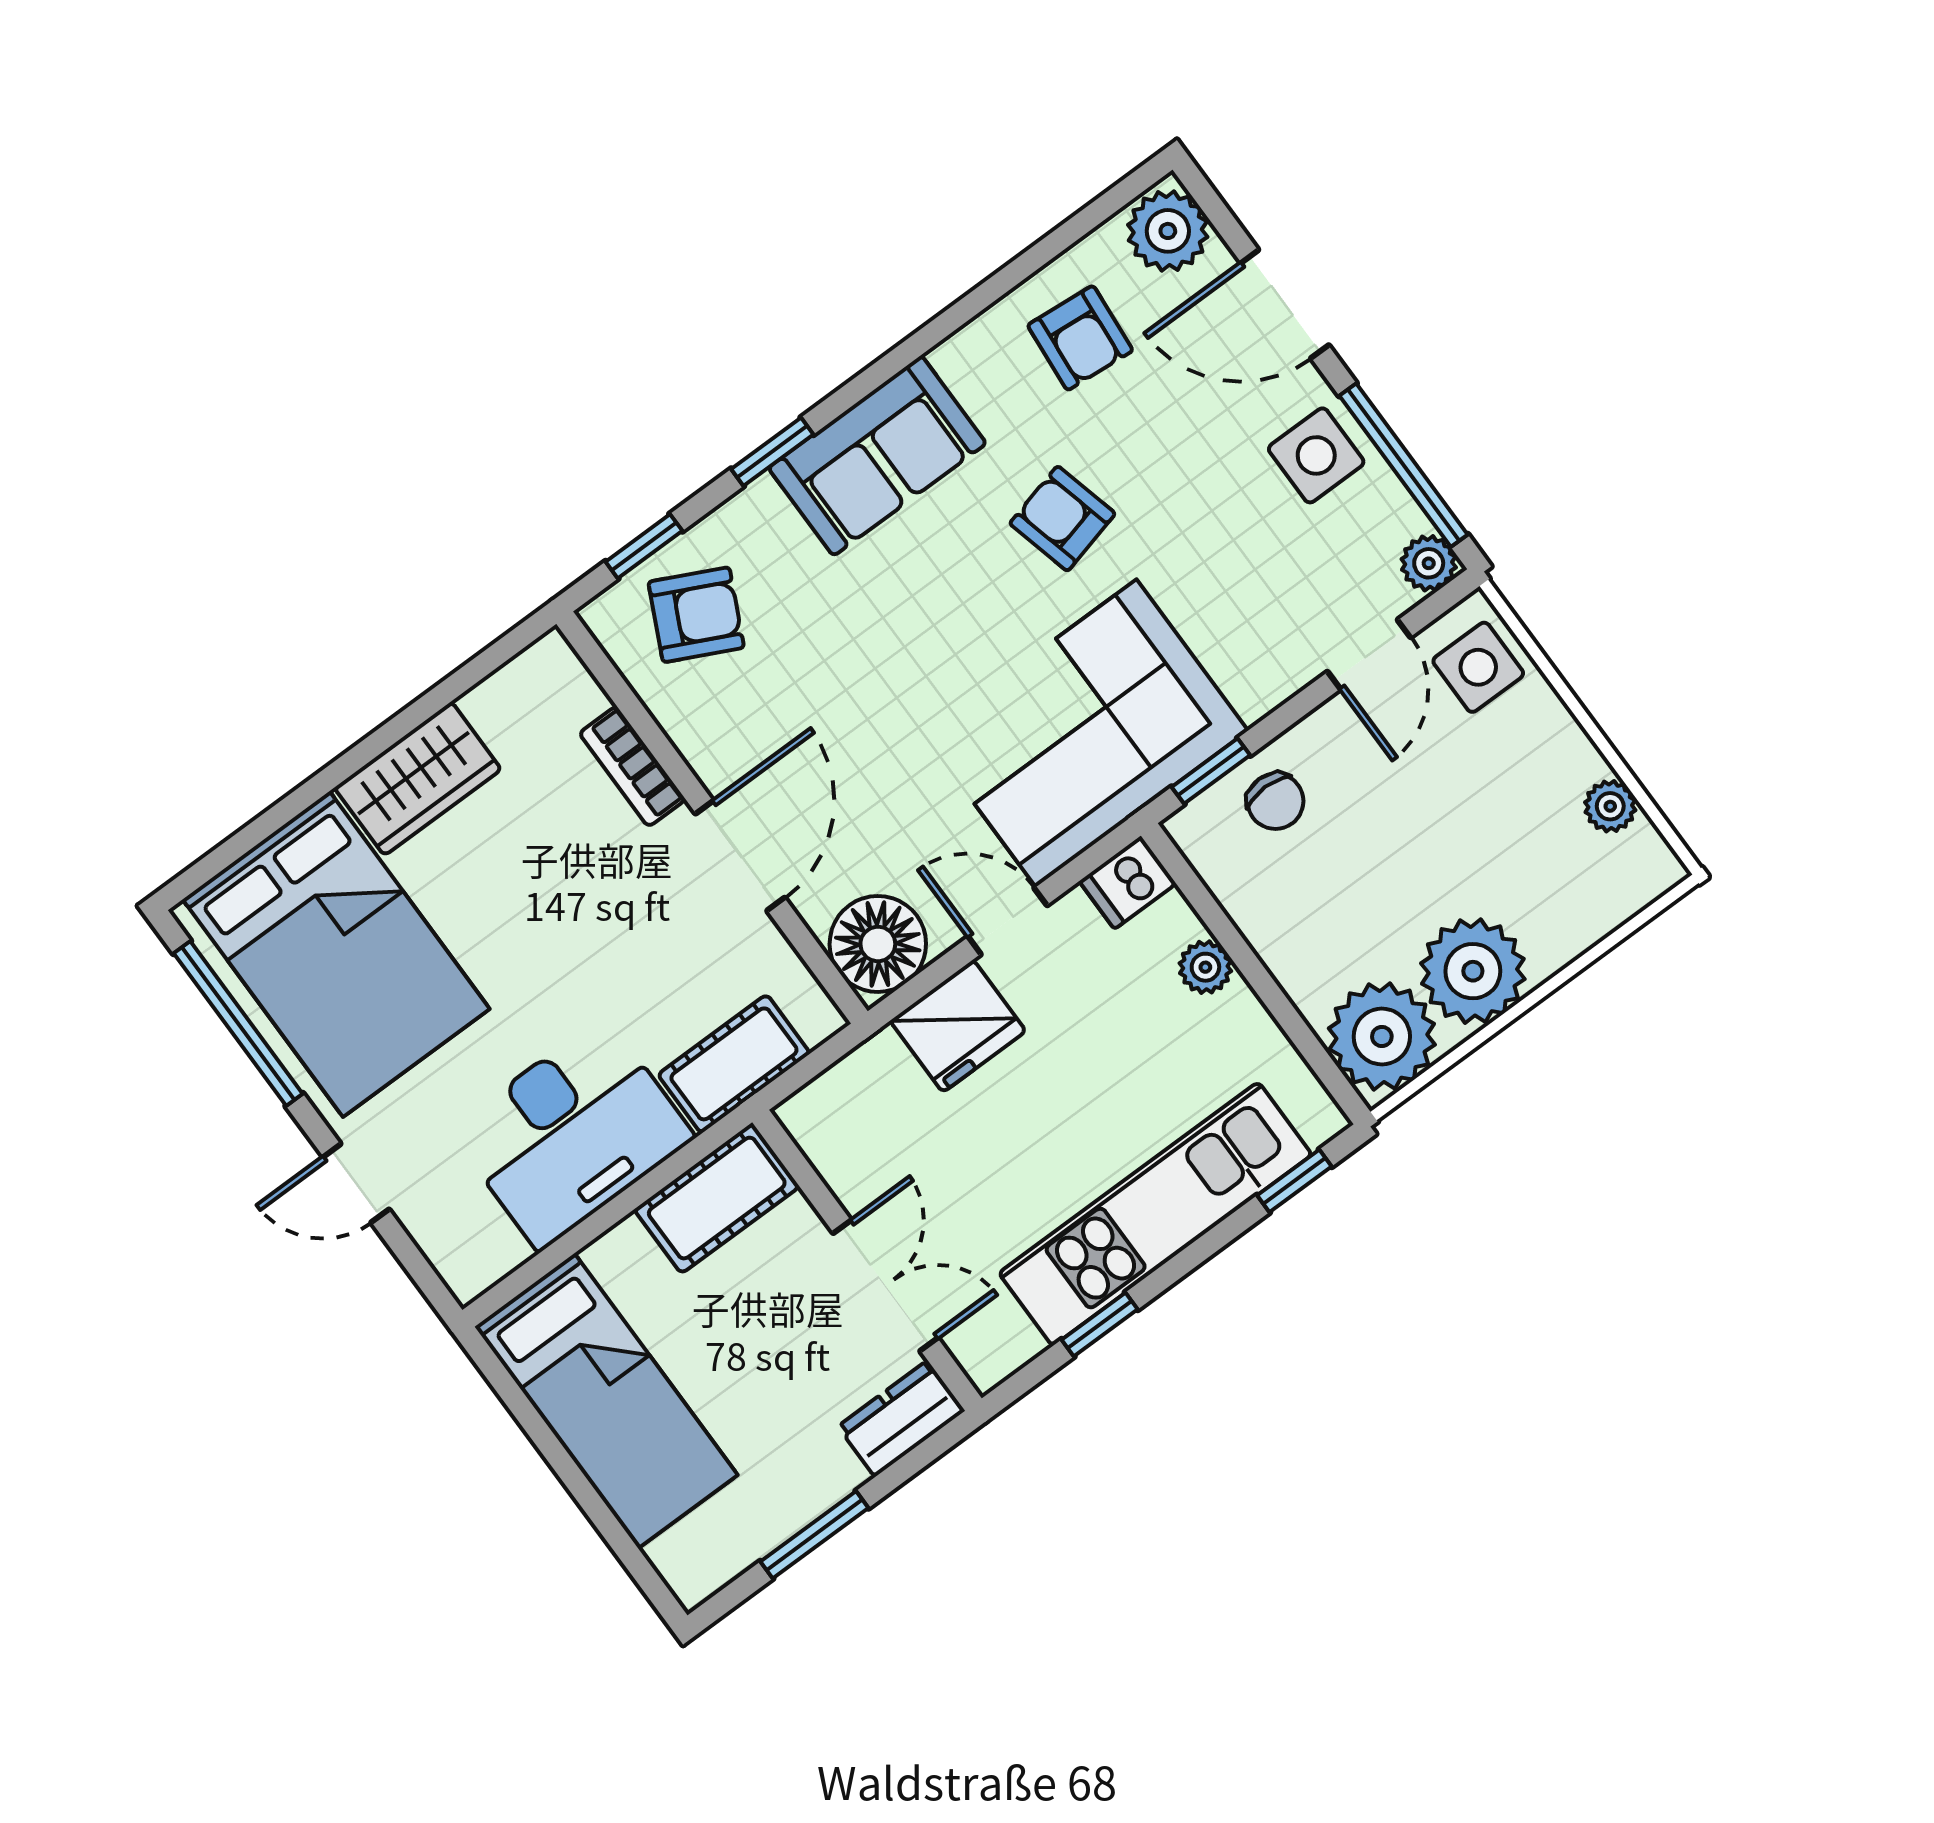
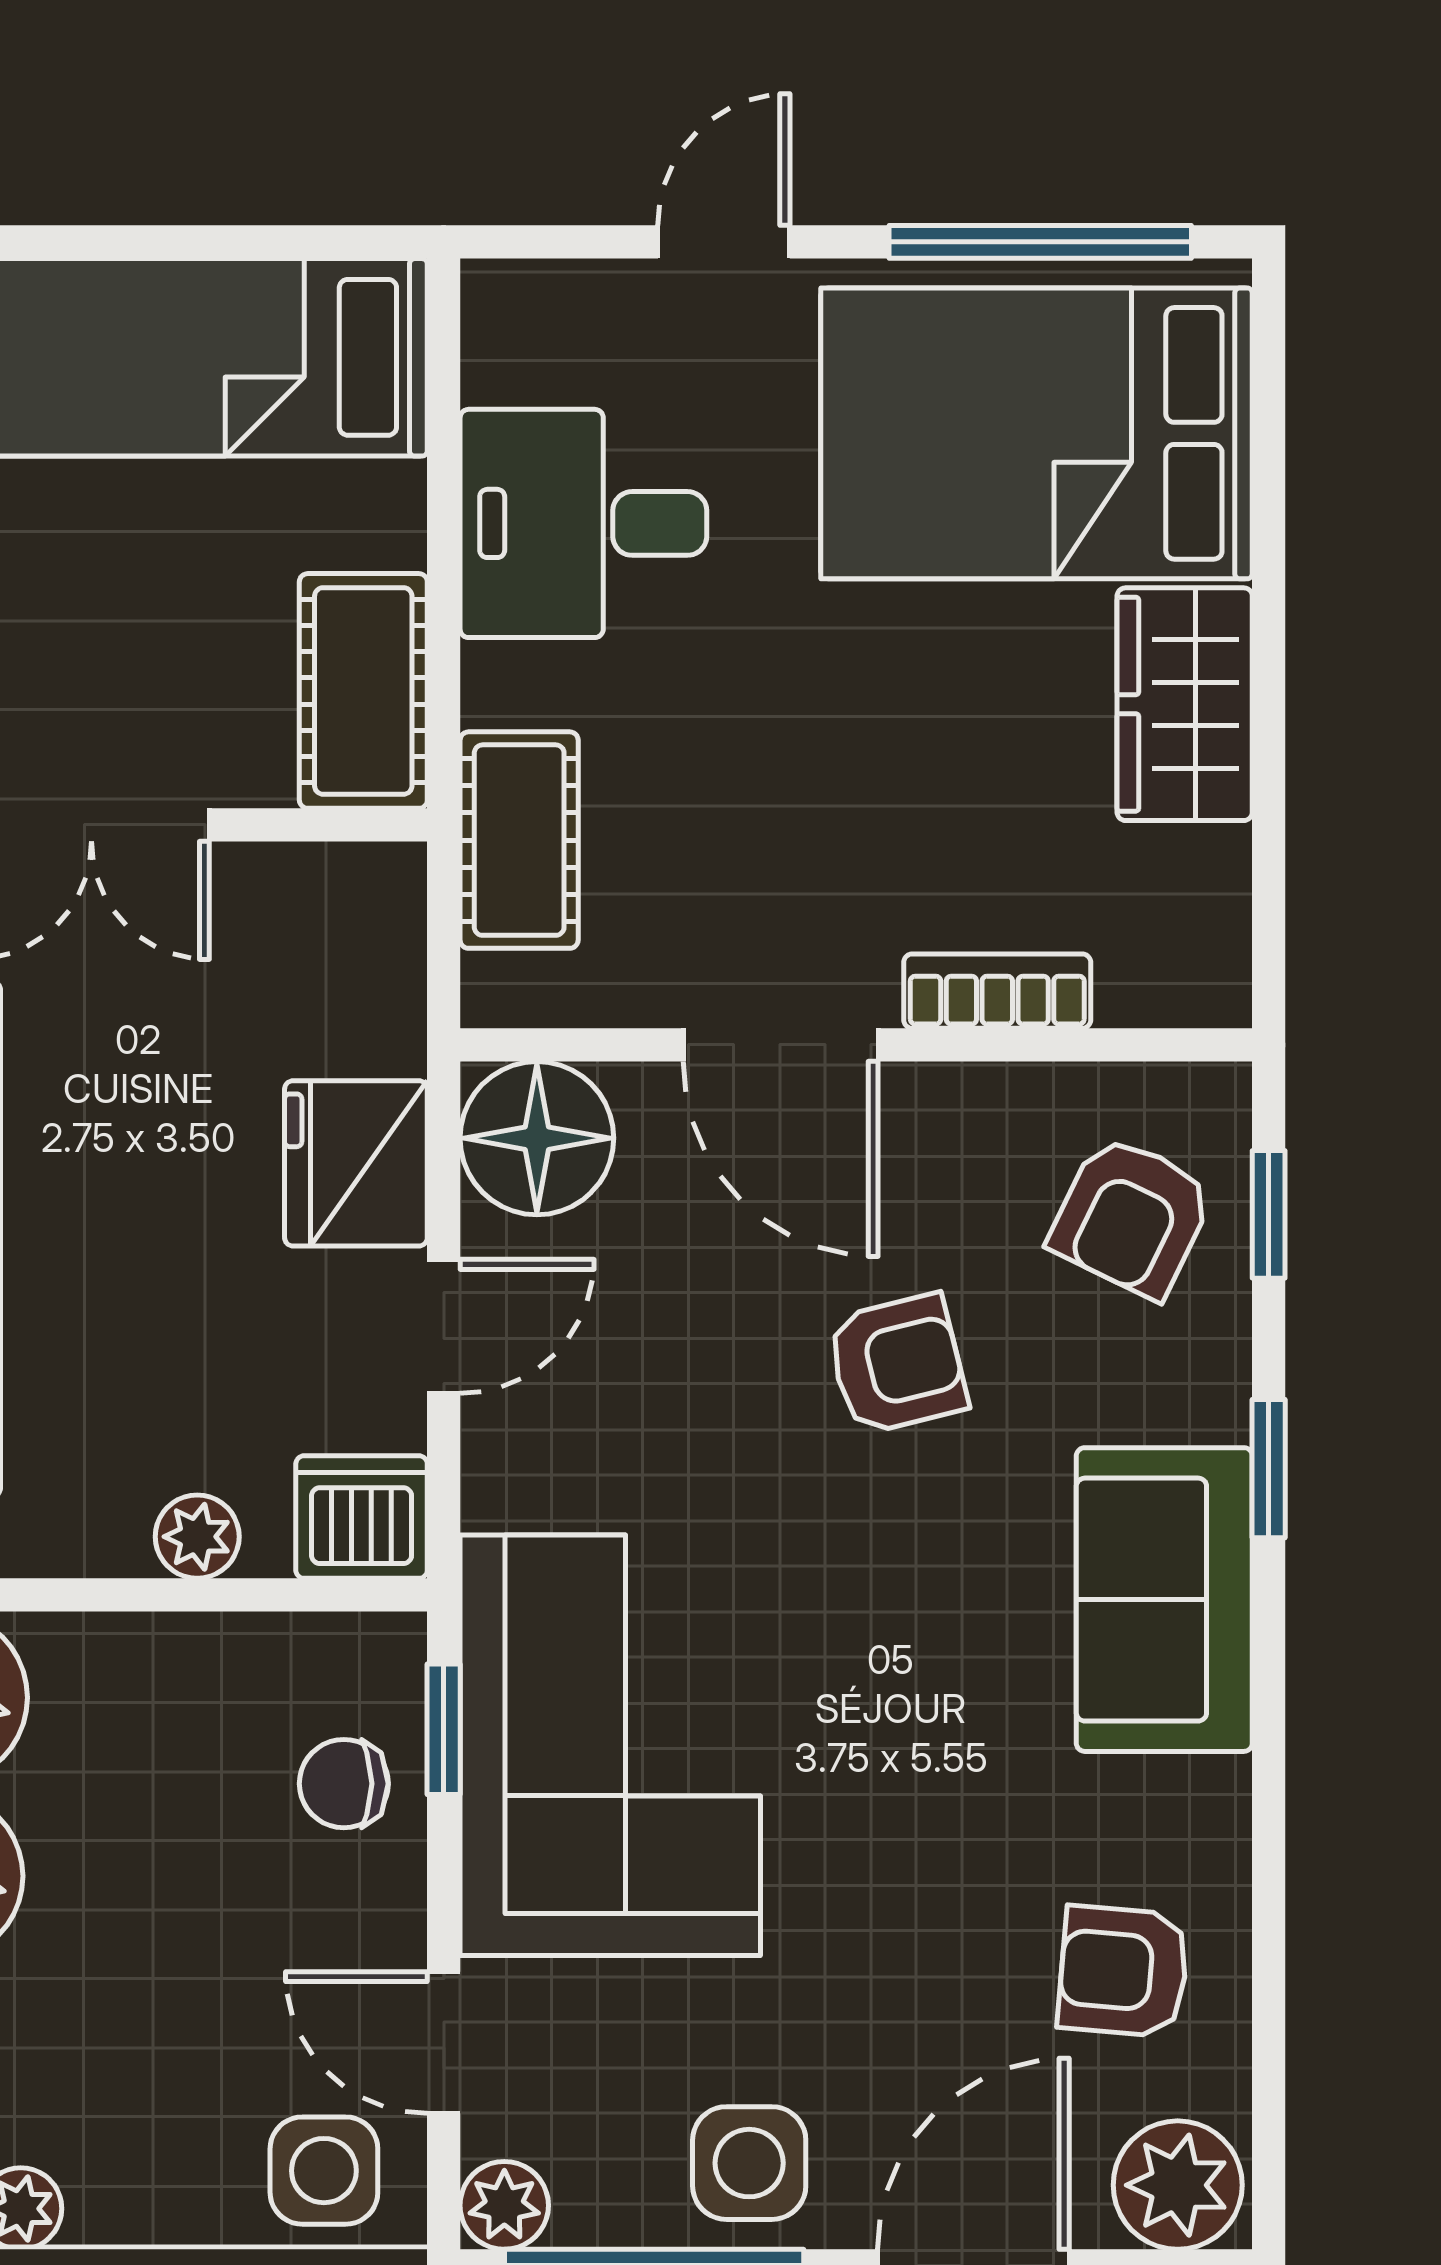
armchair: (1062, 519) -> (897, 1364), moved
corner sofa: (1086, 733) -> (610, 1745), moved
dishwasher: (1128, 882) -> (362, 1517), width x1.38
desk: (572, 1133) -> (583, 523), width x0.73

